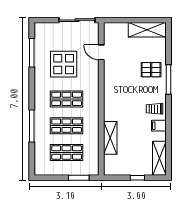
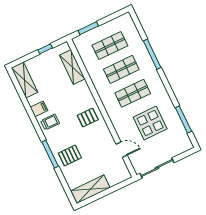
pallet: (118, 96) -> (88, 118), added
shelving: (110, 138) -> (72, 67), moved
window: (137, 178) -> (45, 49), moved

